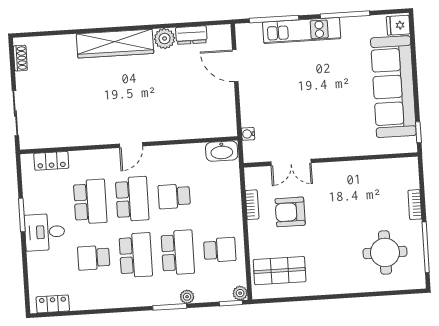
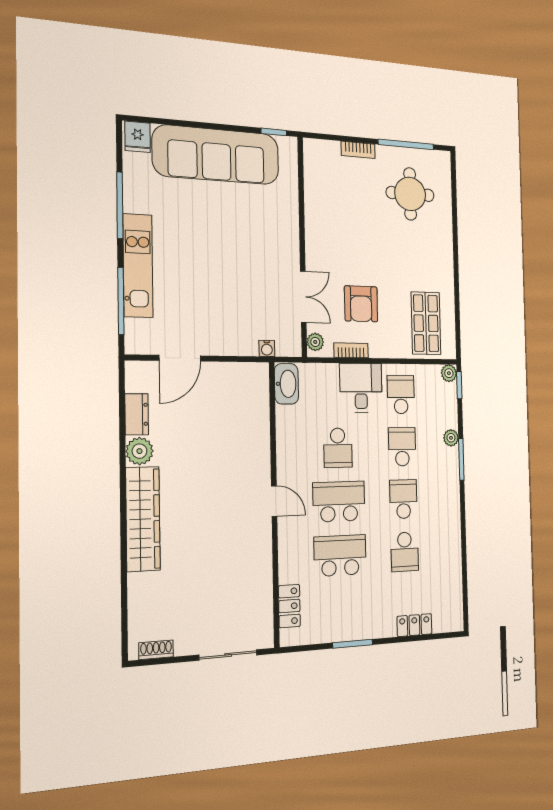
plant: (256, 174) -> (315, 342), added
desk: (45, 232) -> (361, 388), moved, turned 180
school desk: (178, 252) -> (402, 447), width x0.54
school desk: (136, 255) -> (403, 499), width x0.54
locker: (53, 304) -> (414, 625), moved, turned 90

